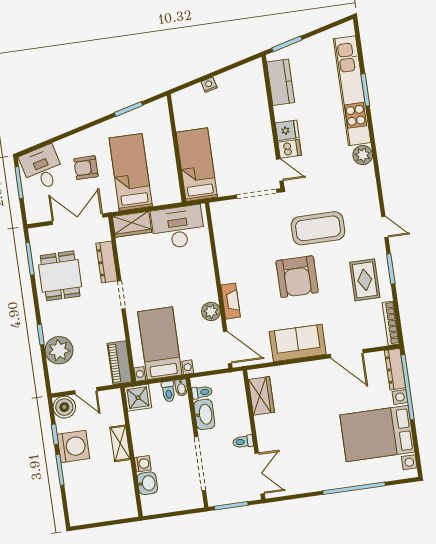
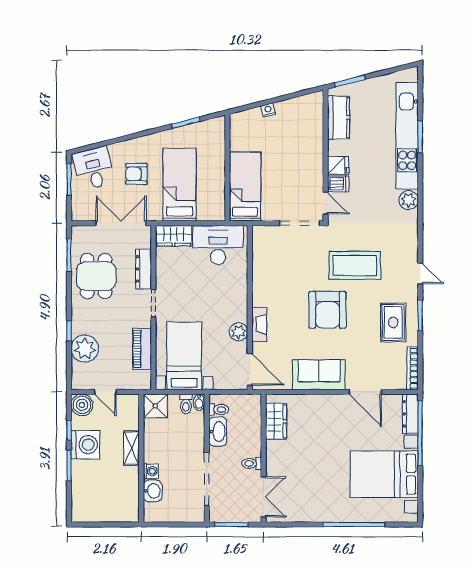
piano: (119, 363) -> (142, 349), moved

